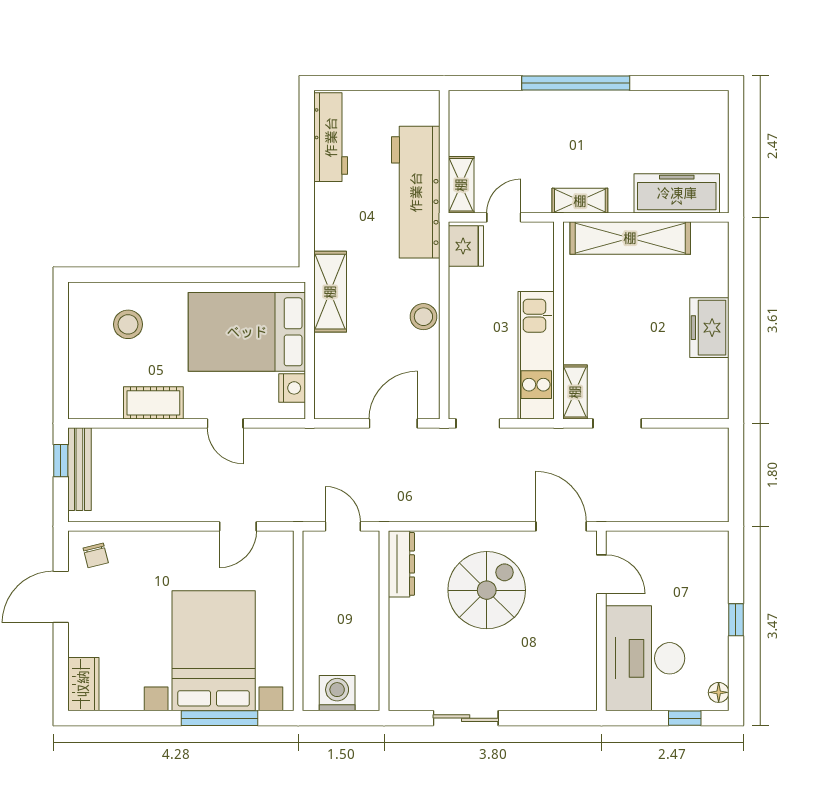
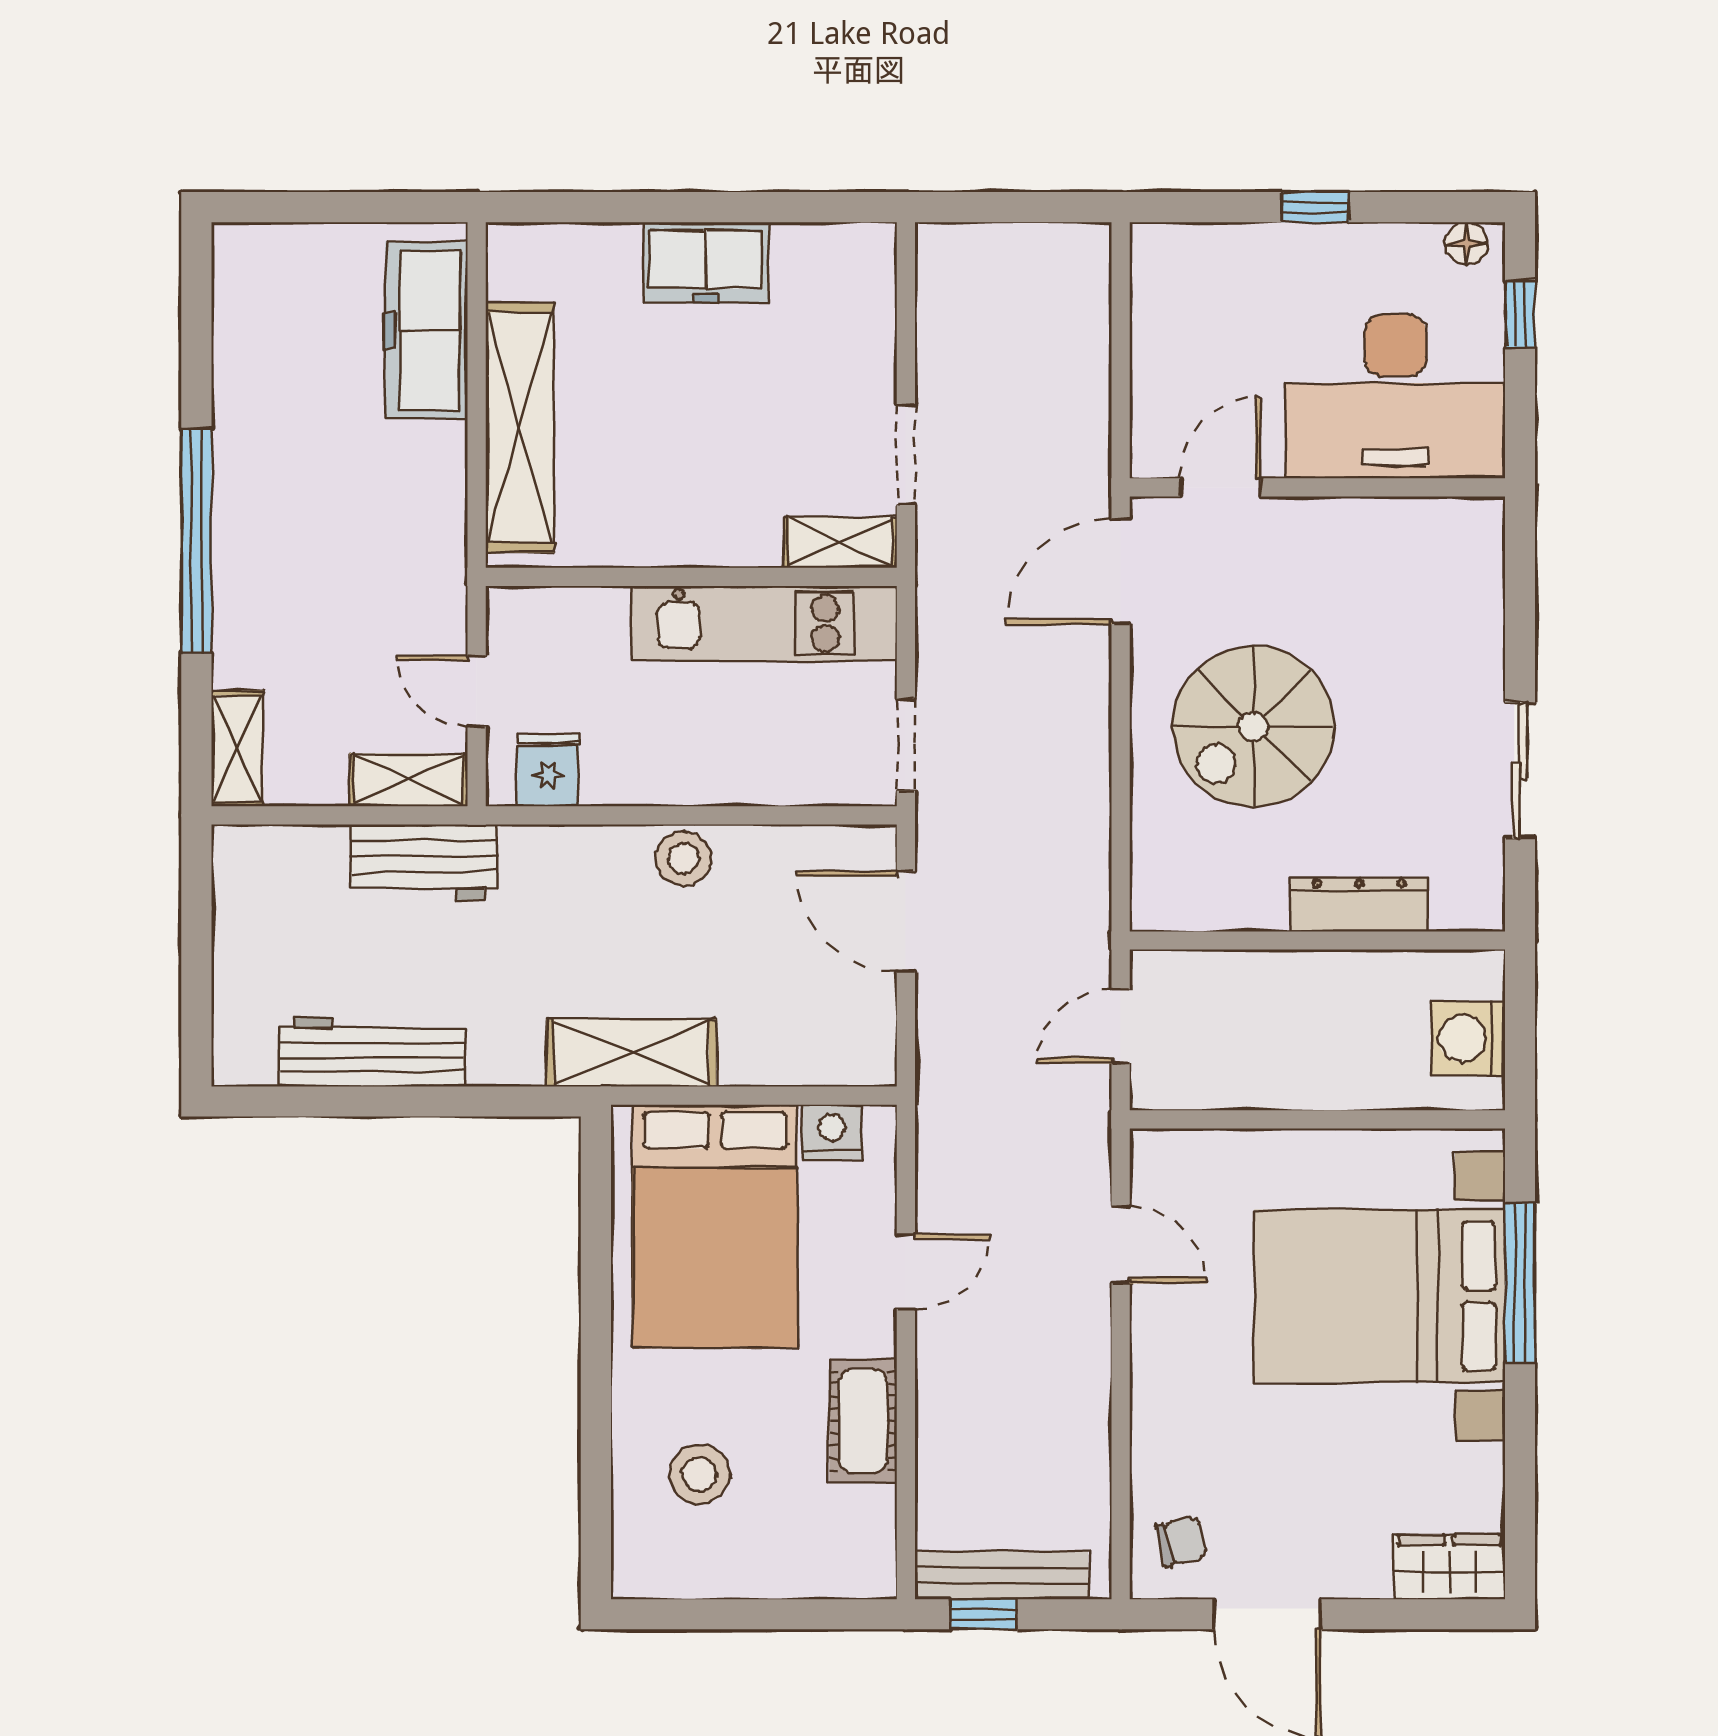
workbench: (331, 137) -> (372, 1052), moved
workbench: (416, 192) -> (424, 862), width x0.53, depth x0.76
shelving: (580, 201) -> (237, 749), moved
fridge: (466, 246) -> (548, 770), width x0.72
dresser: (401, 564) -> (1359, 905), moved
spiral stairs: (487, 590) -> (1253, 726), turned -90

